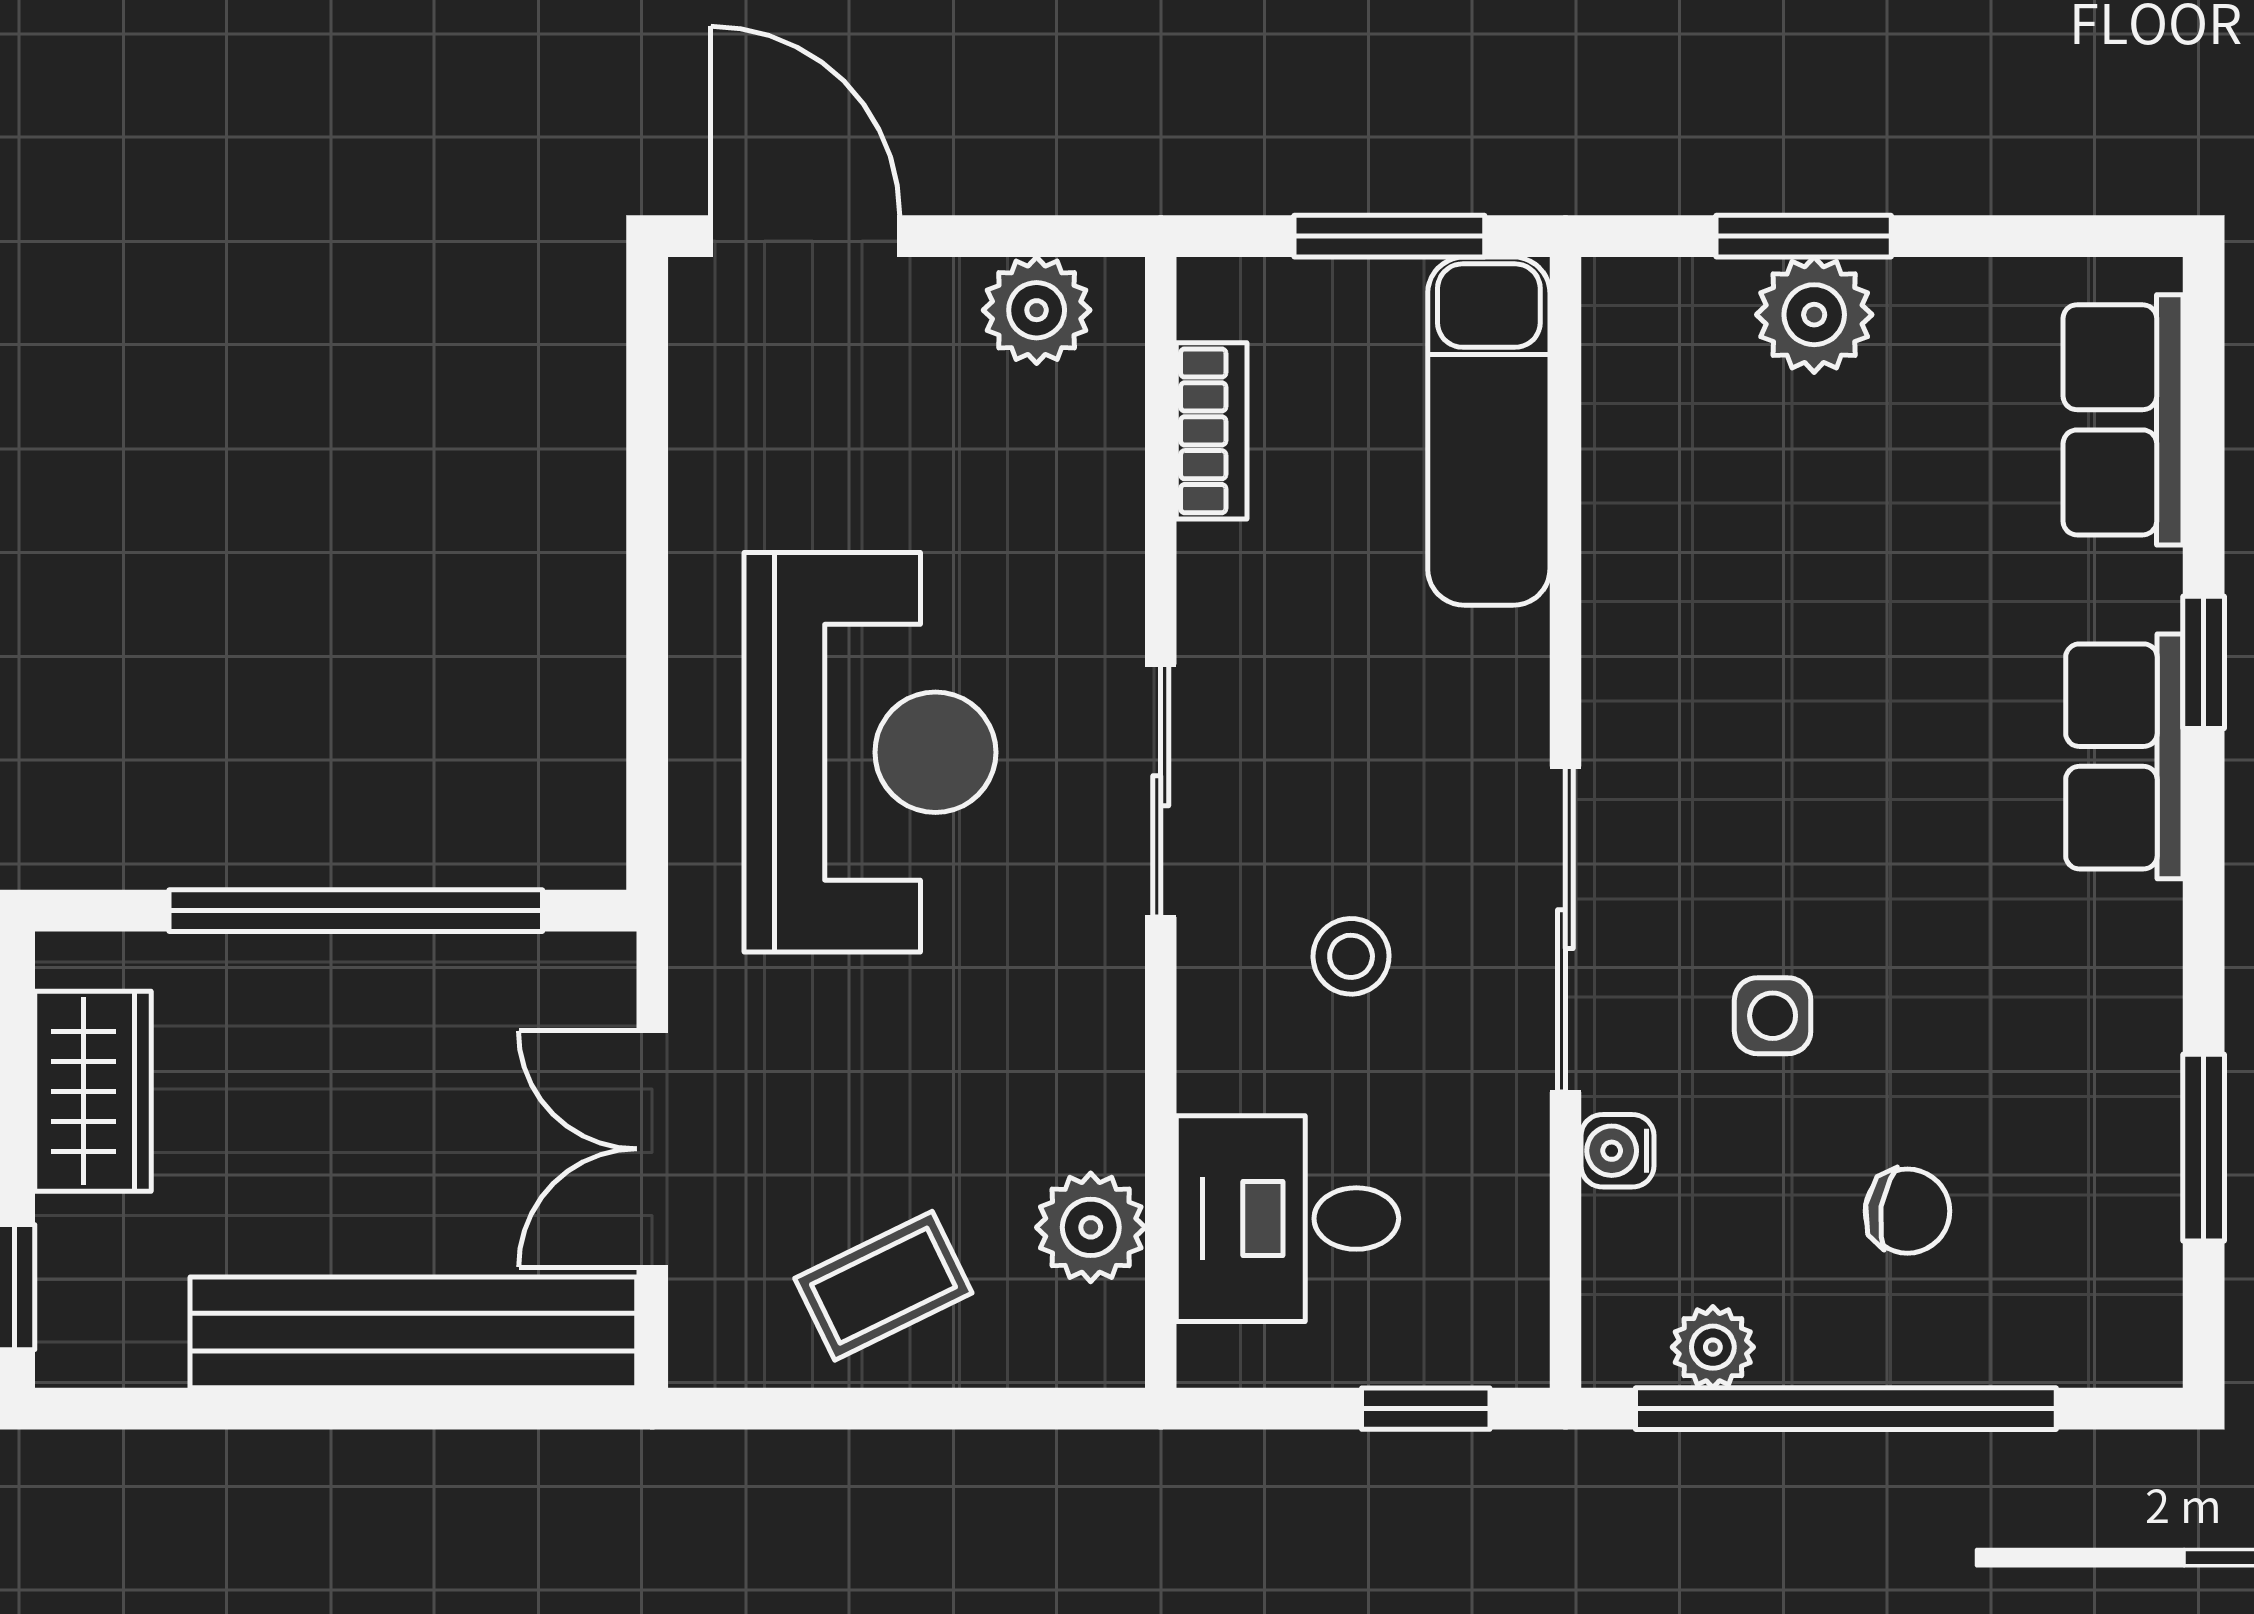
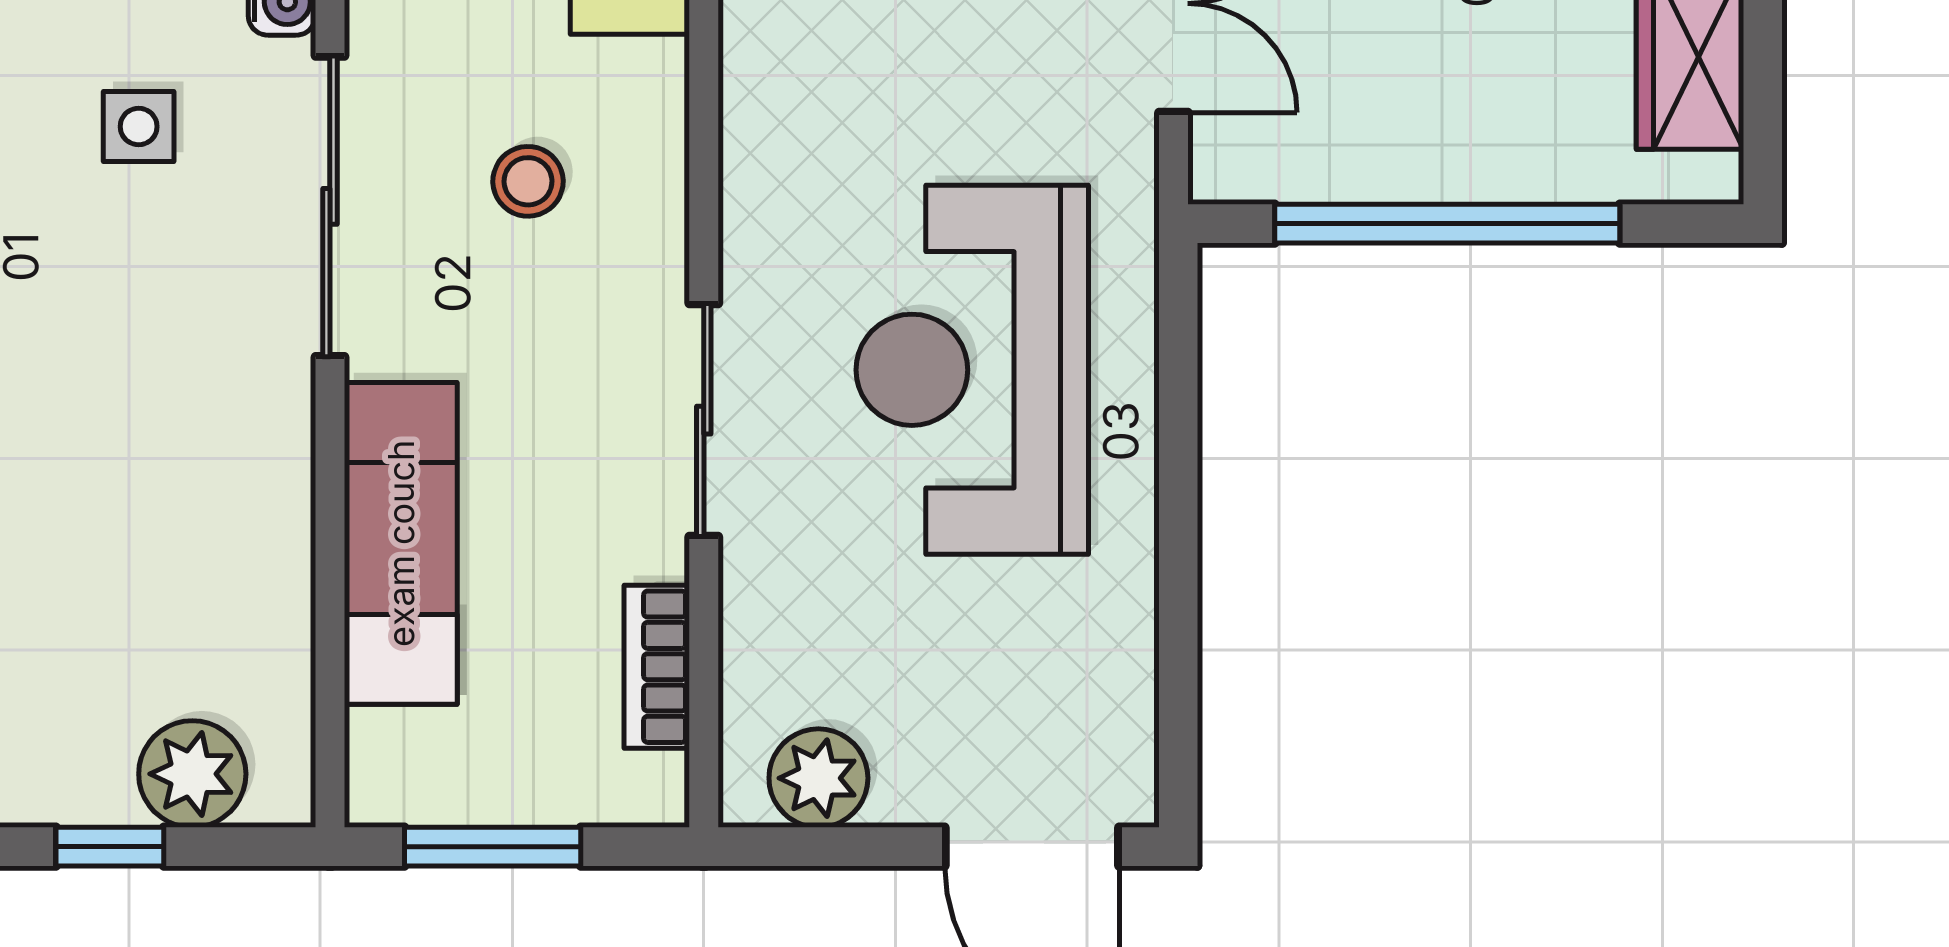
window: (1804, 236) -> (110, 847), width x0.67
plant: (1814, 315) -> (192, 774), moved
exam couch: (1489, 431) -> (401, 543), moved
sliding door: (1161, 791) -> (704, 420), moved

